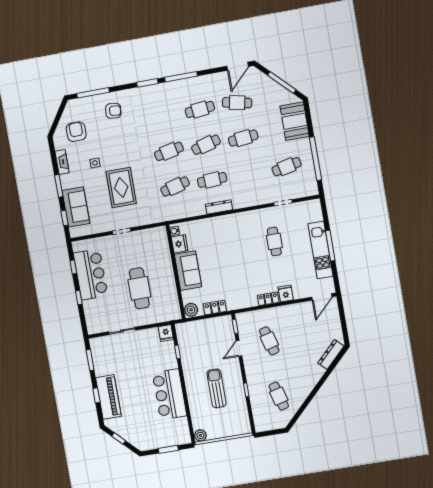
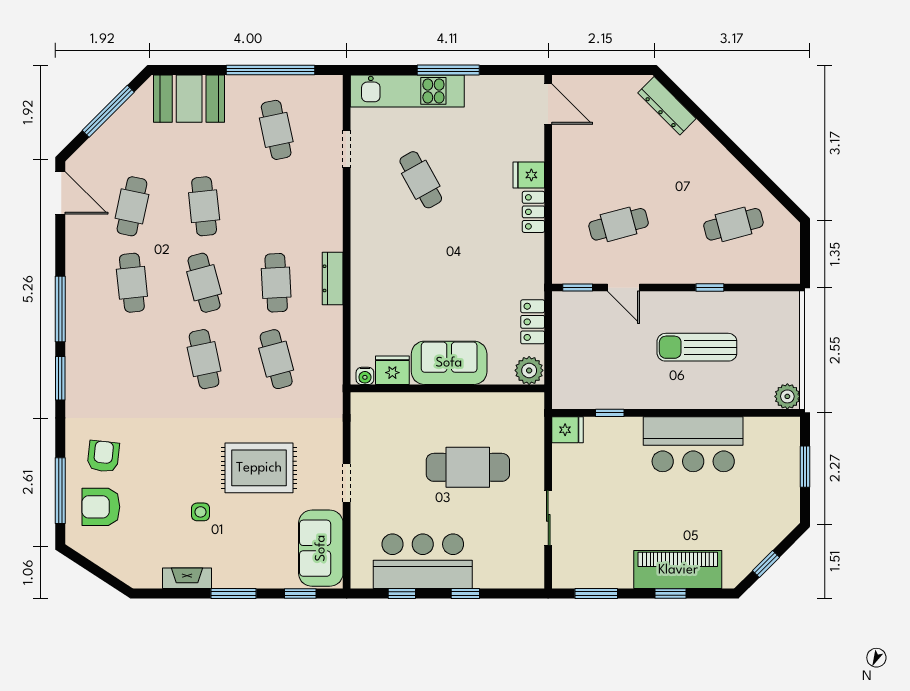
armchair: (76, 132) -> (101, 507), moved
sofa: (76, 207) -> (321, 548), moved, turned -90
cafe table: (274, 241) -> (421, 180), turned 61
kitchen unit: (320, 250) -> (407, 91), moved

